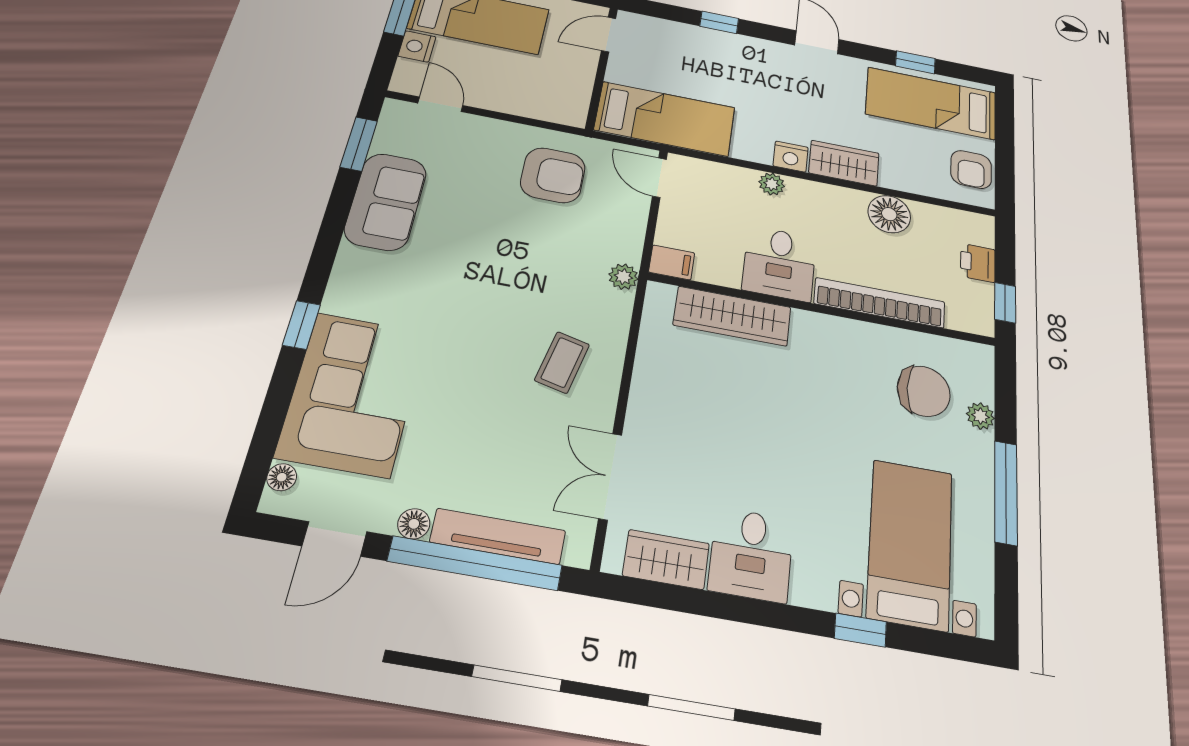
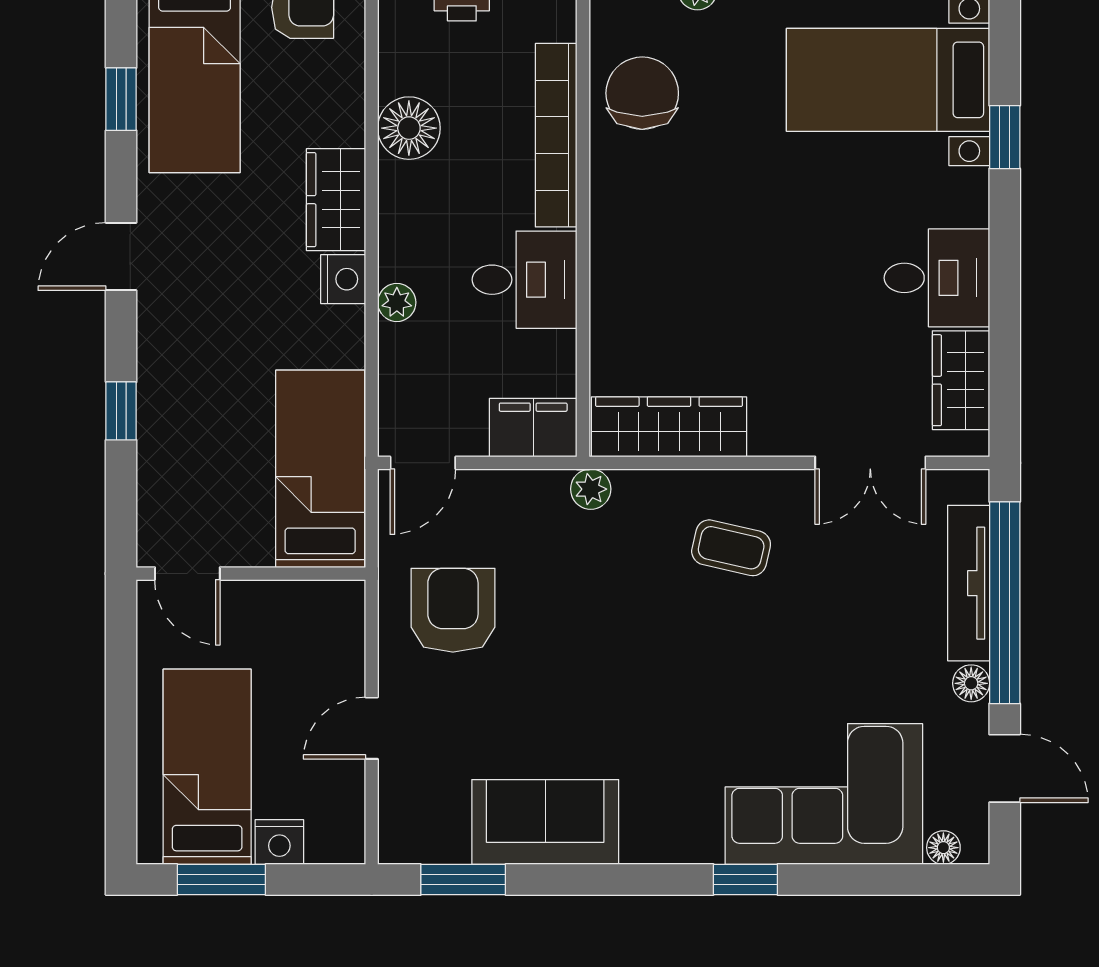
door: (440, 104) -> (372, 728), moved
filing cabinet: (672, 262) -> (533, 428), width x2.00
wardrobe: (732, 316) -> (669, 427), moved, turned -90
chair: (924, 391) -> (642, 93), moved

